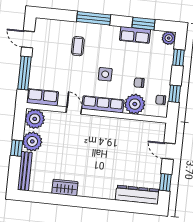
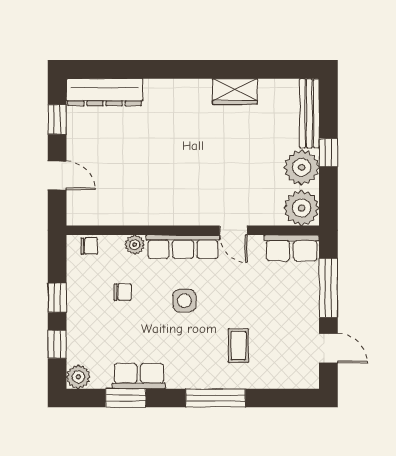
window: (175, 94) -> (57, 298), moved
chair: (161, 100) -> (89, 246), moved
plant: (135, 104) -> (135, 245), width x0.53, depth x0.53

